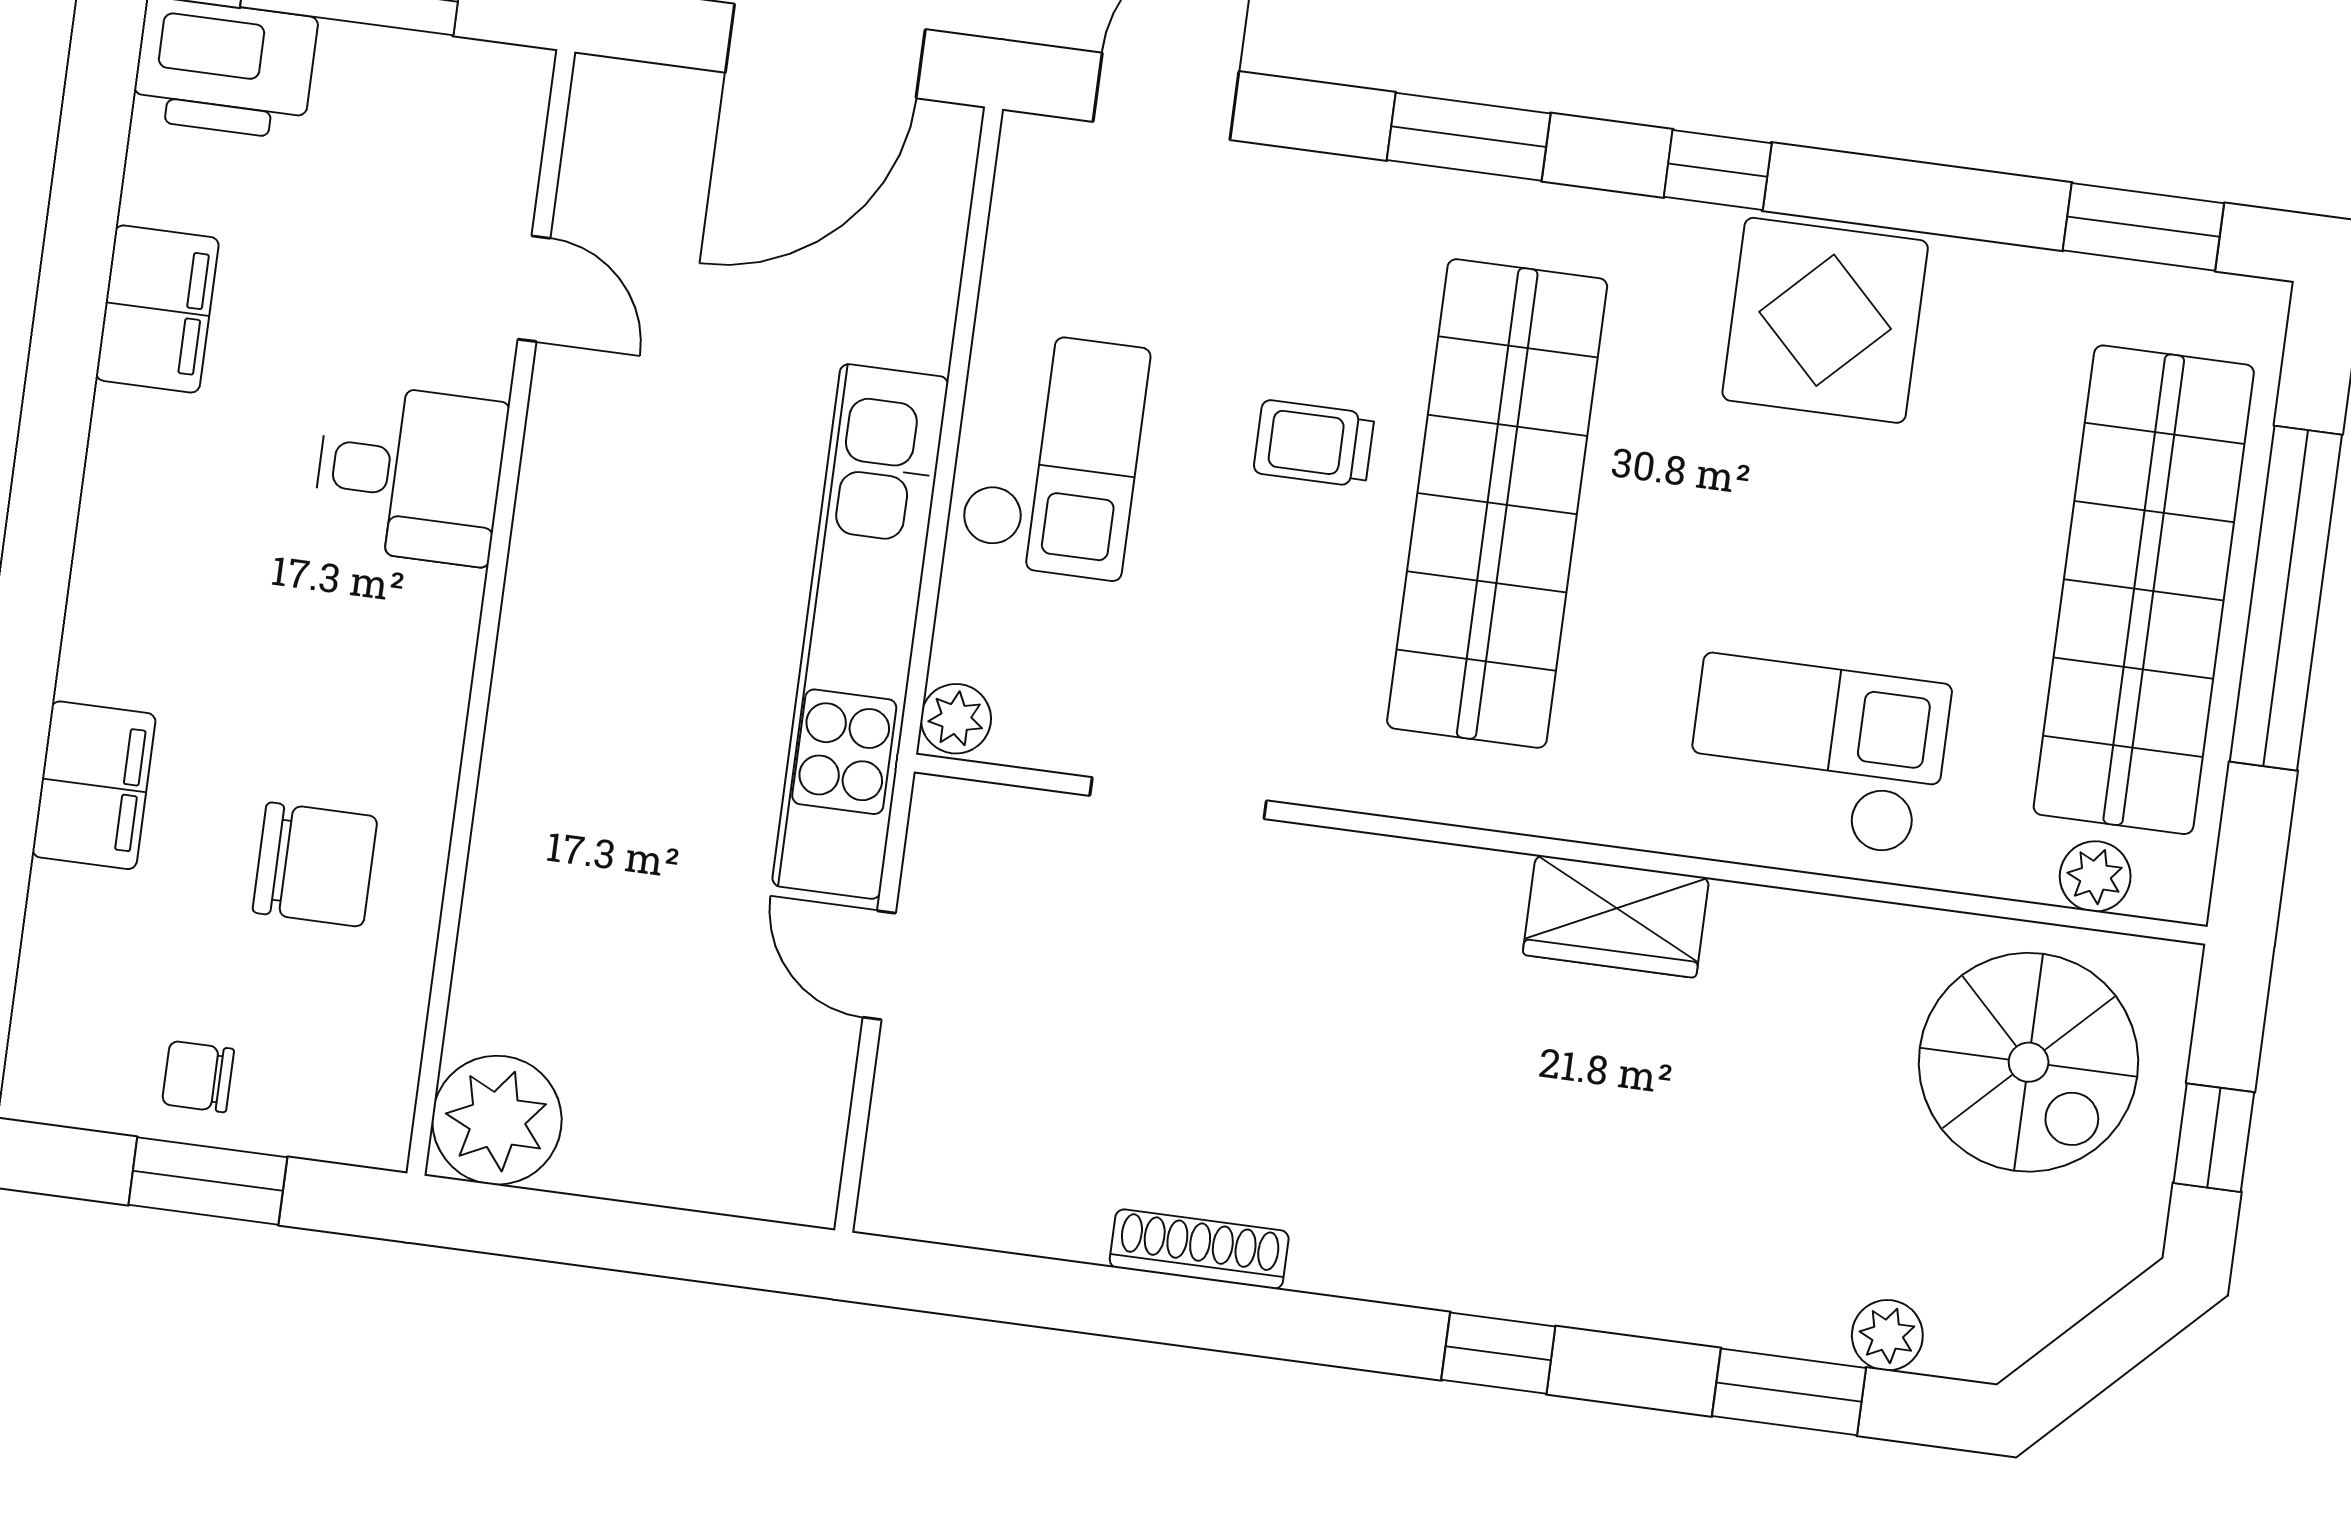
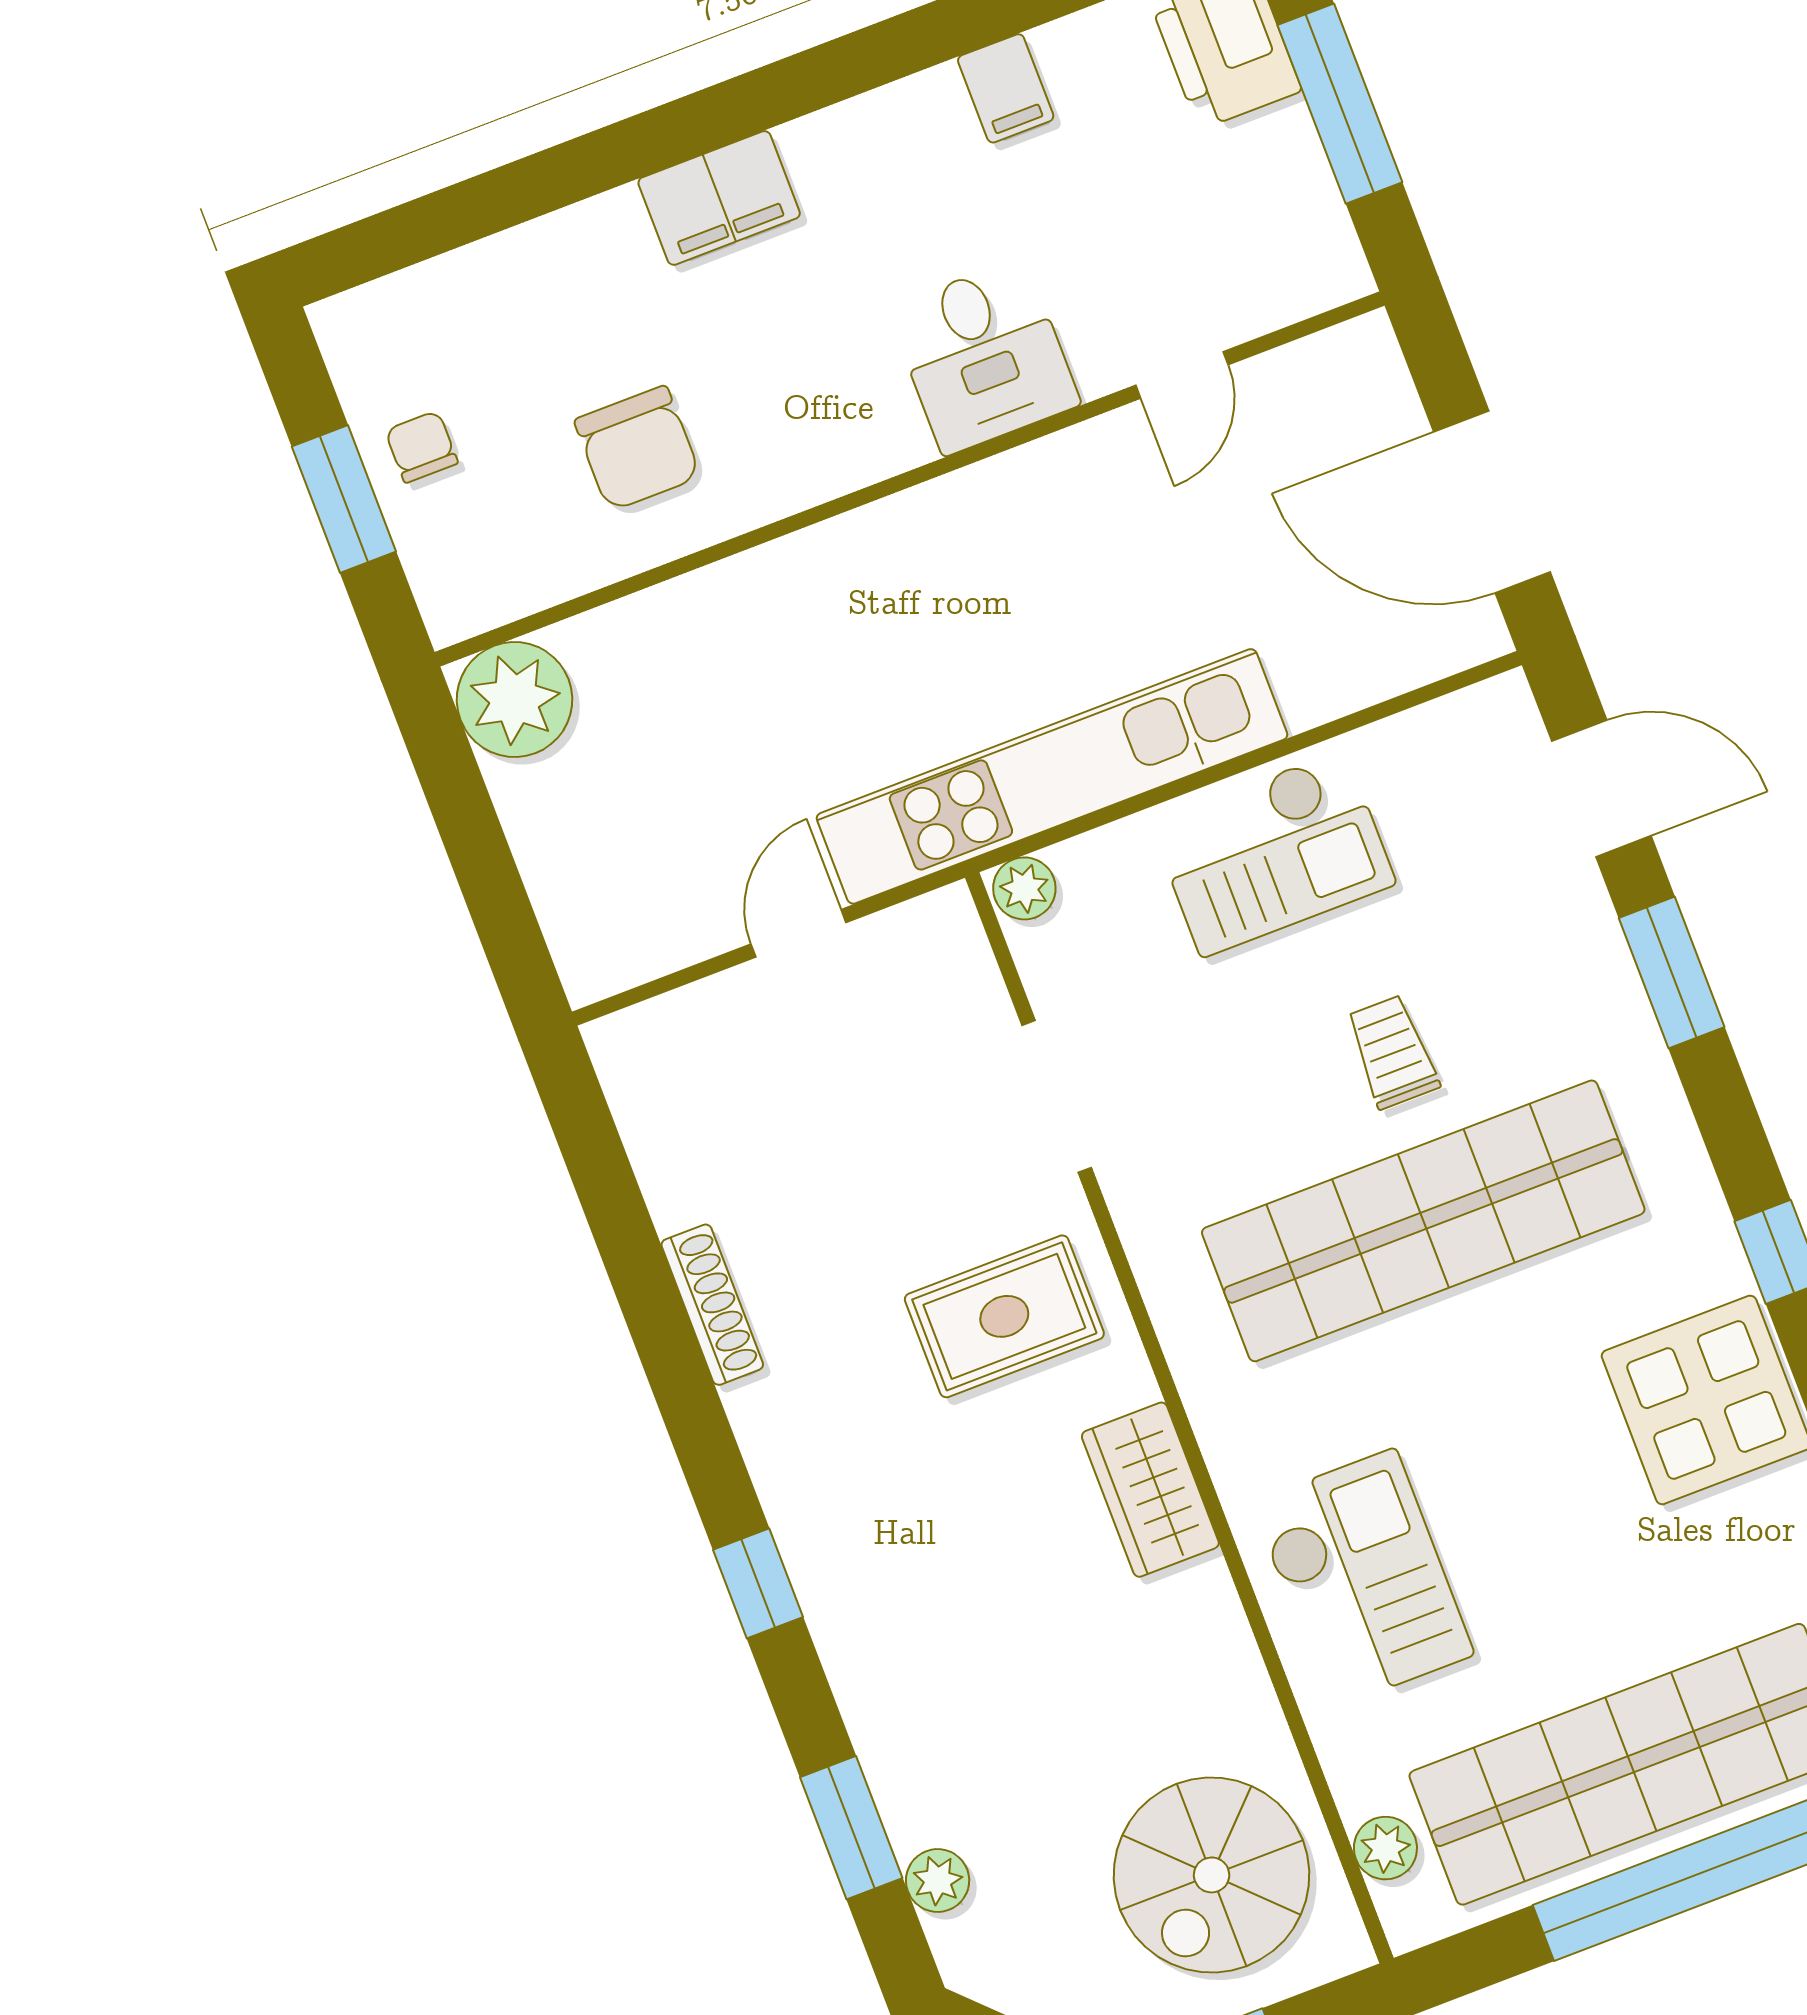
window: (1469, 137) -> (1672, 973), moved
filing cabinet: (157, 309) -> (1006, 88), width x0.50
filing cabinet: (94, 785) -> (719, 198), moved
rug: (1367, 967) -> (1004, 1316), added

